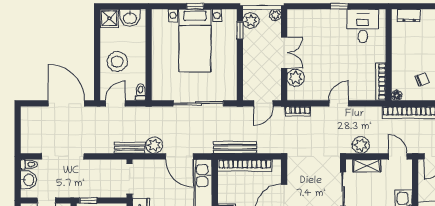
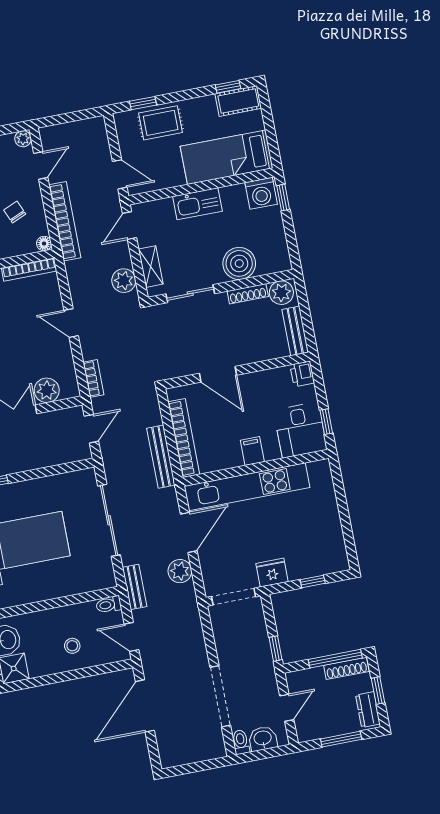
stool: (117, 62) -> (72, 646), width x0.53, depth x0.53
door: (263, 103) -> (91, 429), hinge flipped
bench: (130, 148) -> (135, 587), moved

